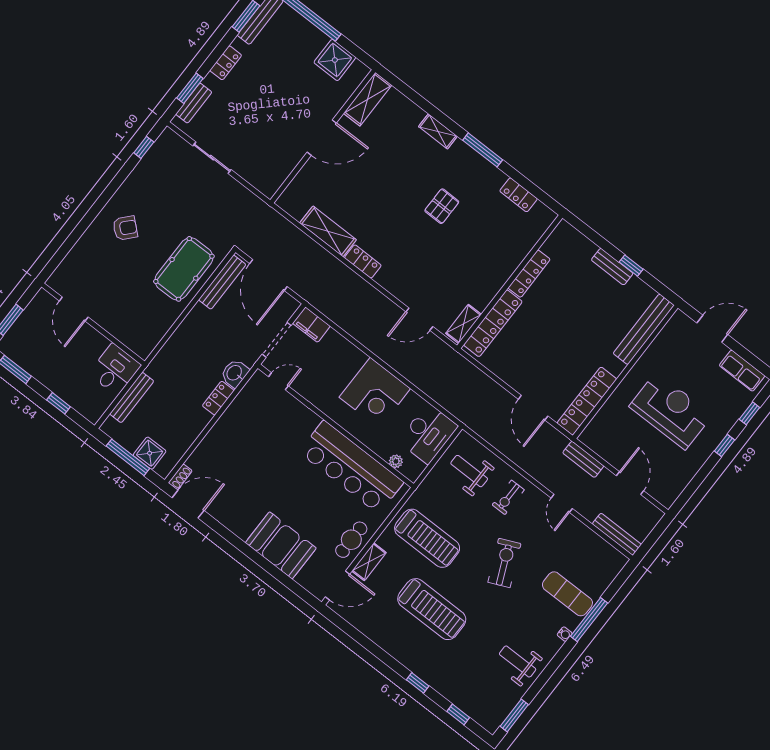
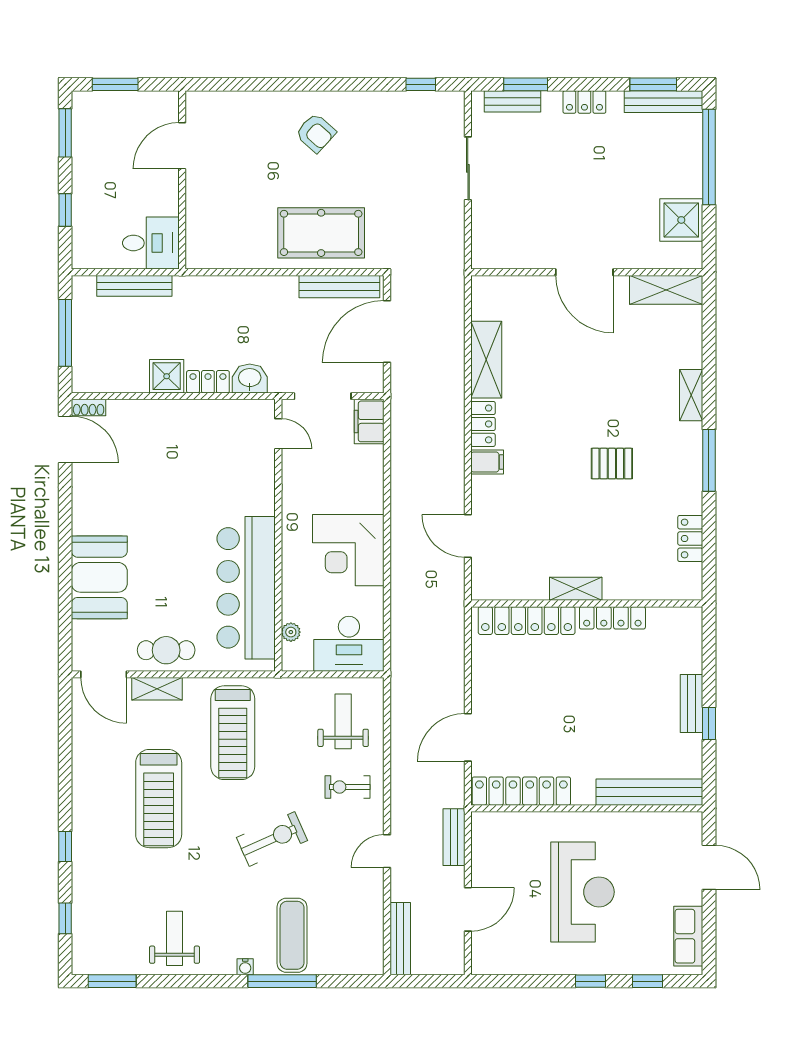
filing cabinet: (386, 276) -> (487, 462), added
shelving: (464, 324) -> (576, 589), moved
shower: (150, 453) -> (167, 376), moved

